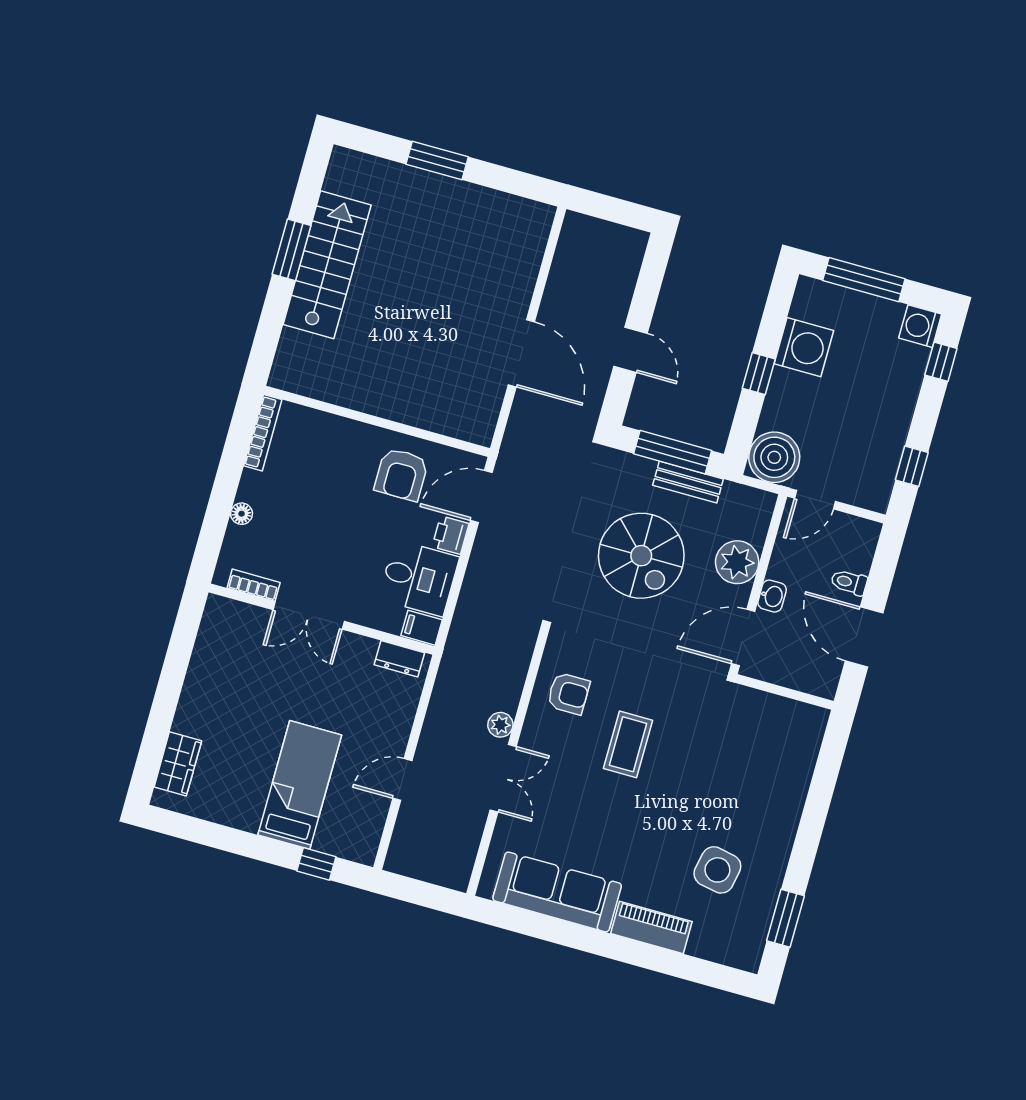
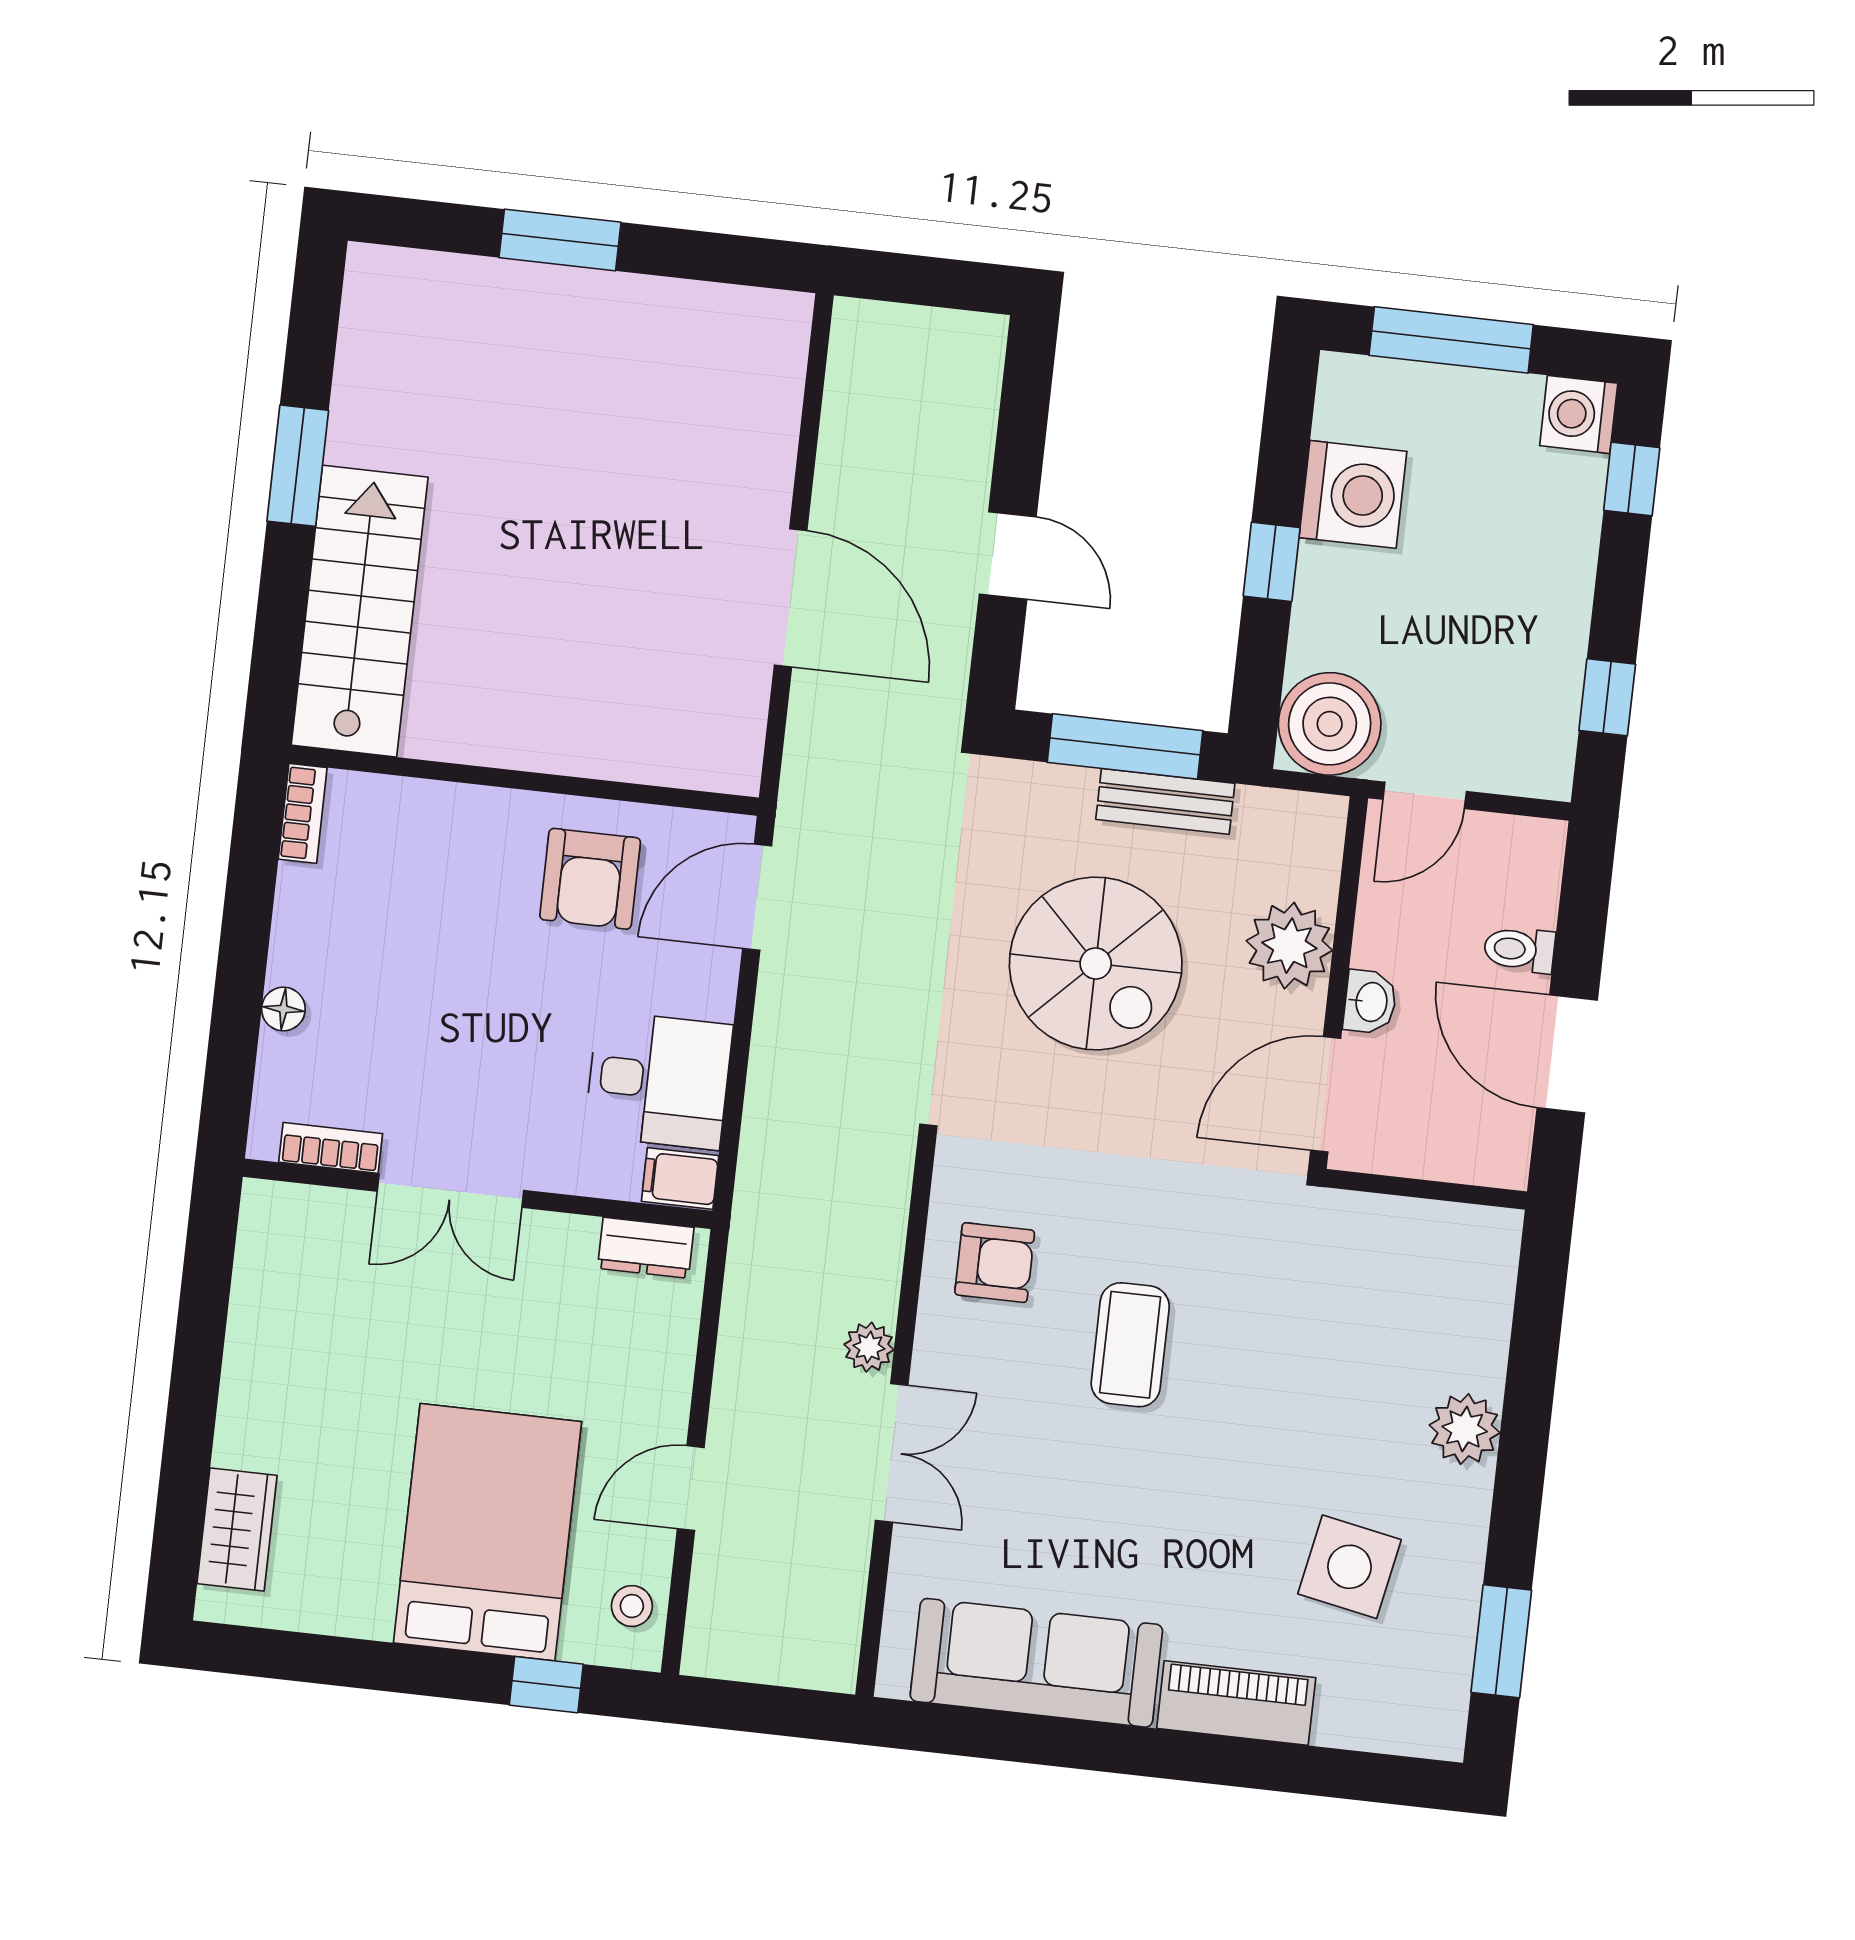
stairs: (327, 265) -> (360, 611), moved
bookcase: (263, 433) -> (303, 813), width x0.64
printer: (451, 535) -> (708, 984), removed
bed: (300, 785) -> (487, 1532), width x1.50
plant: (784, 812) -> (1465, 1429), added
stool: (364, 832) -> (632, 1606), added

